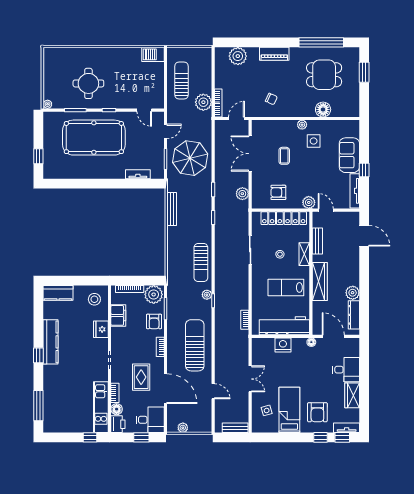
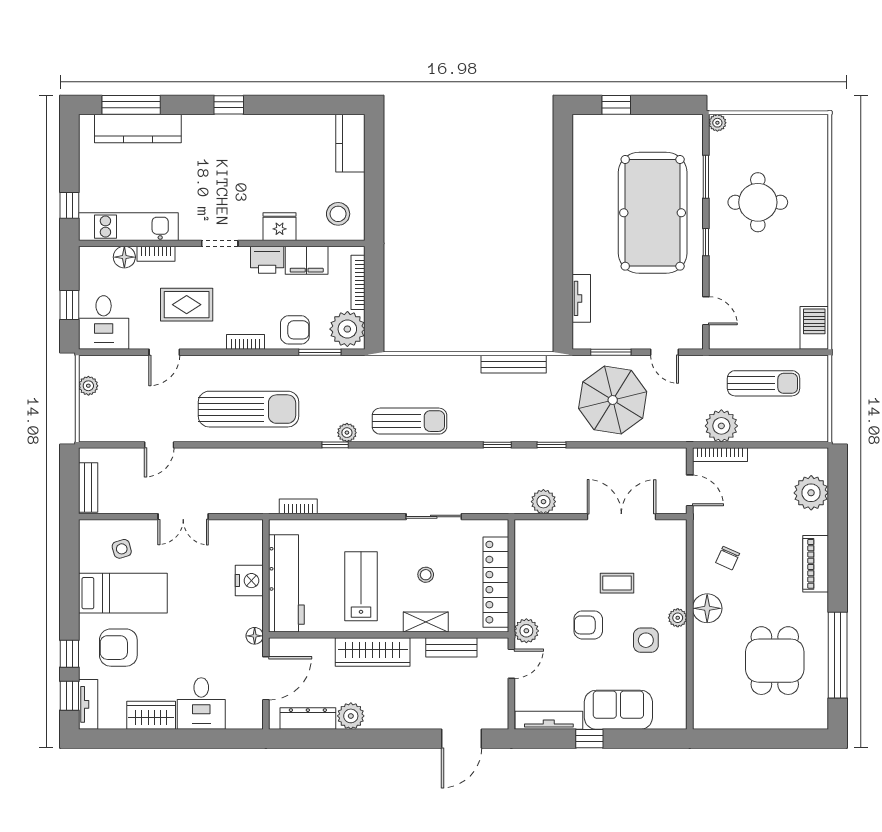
window: (364, 72) -> (780, 739), removed
floor lamp: (323, 109) -> (707, 608), moved
door: (144, 110) -> (706, 311), swing flipped
armchair: (278, 192) -> (588, 625), moved, turned -90
sun lounger: (201, 263) -> (409, 421), turned 180
armchair: (154, 321) -> (295, 330), turned 180
kitchen counter: (50, 342) -> (138, 128), moved
door: (166, 389) -> (164, 352), width x0.53
printer: (118, 424) -> (267, 260), moved

